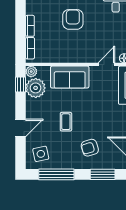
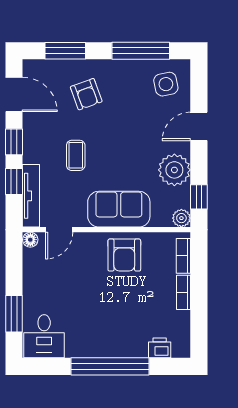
armchair: (73, 19) -> (124, 255), moved
plant: (36, 88) -> (174, 170), moved
coffee table: (66, 122) -> (76, 155), moved
armchair: (90, 148) -> (86, 94), turned 87

